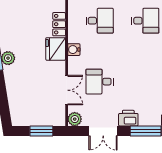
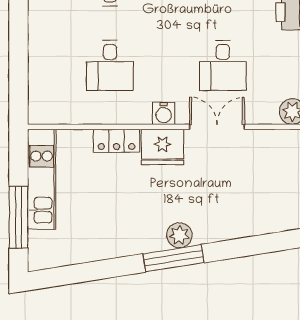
desk: (100, 21) -> (110, 65), turned 180
double door: (67, 90) -> (217, 127), moved

